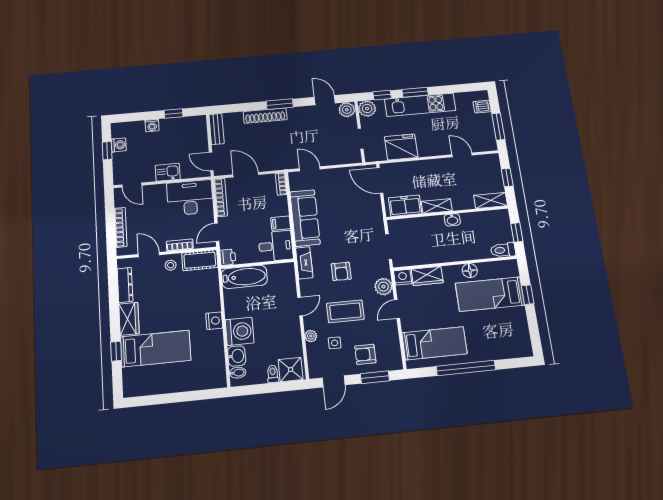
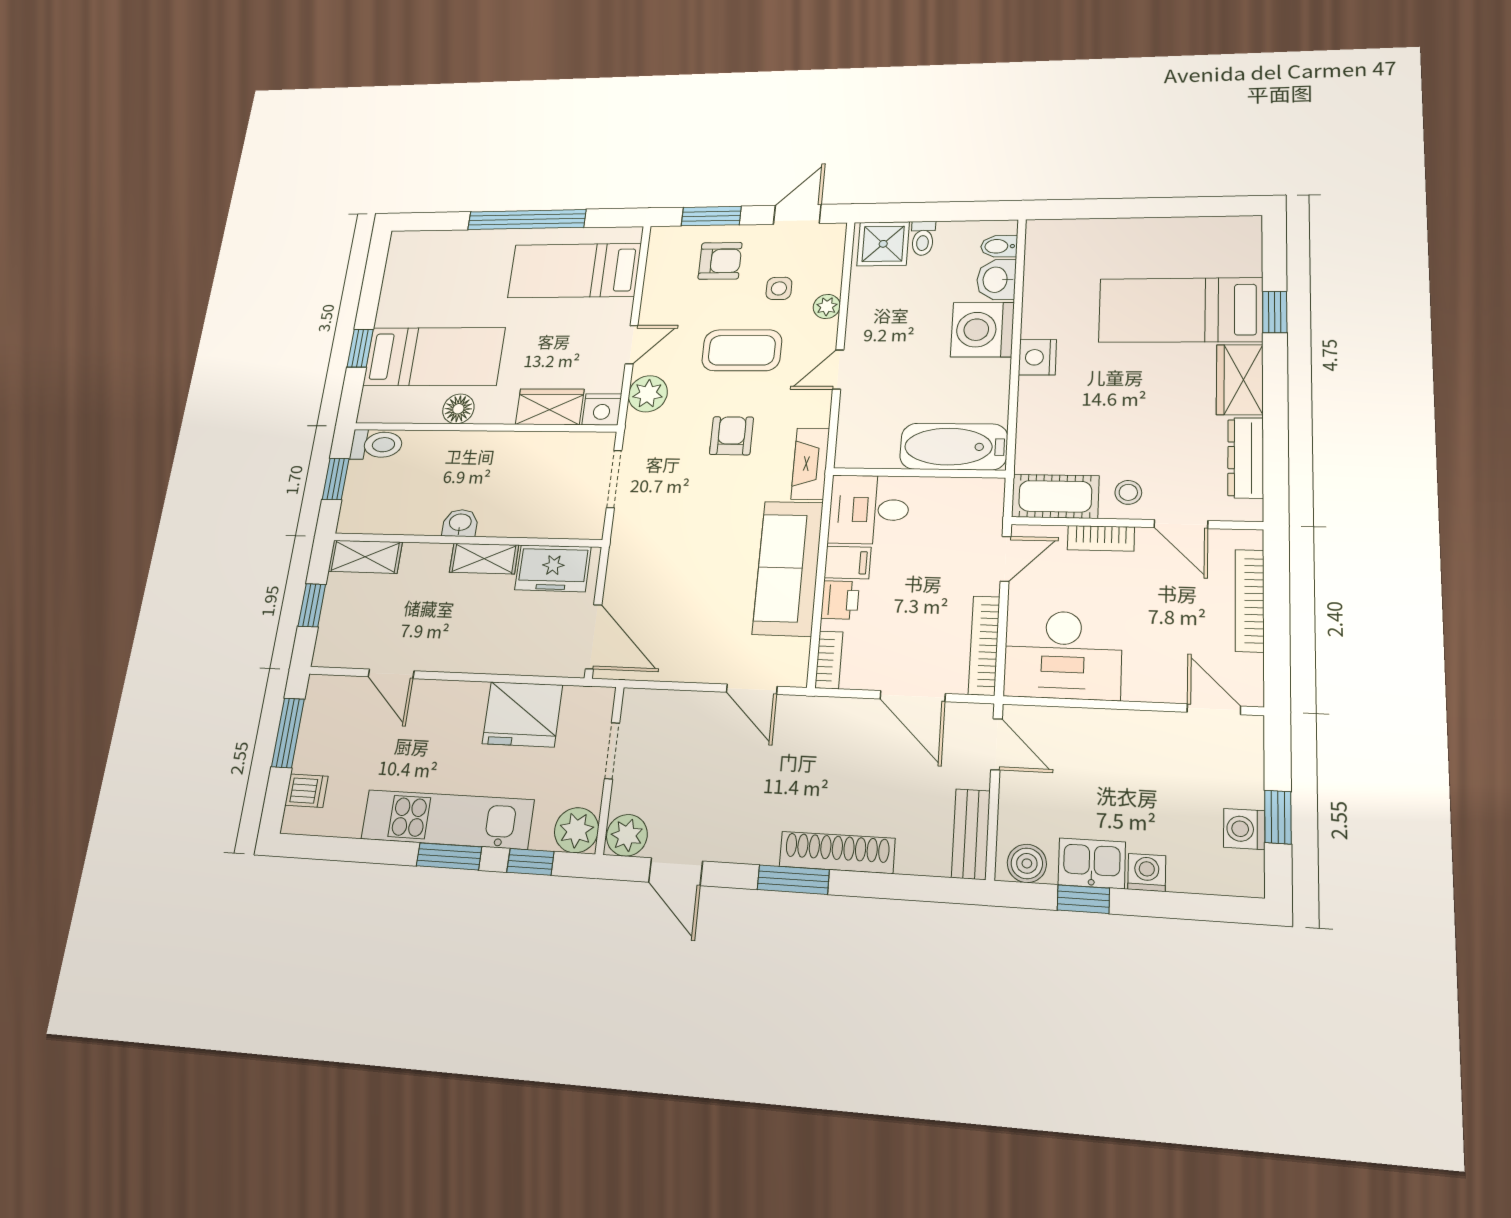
boiler: (195, 122) -> (1027, 863), added
kitchen sink: (168, 172) -> (1092, 863), moved, turned 180
printer: (228, 257) -> (840, 600), moved, turned 180

